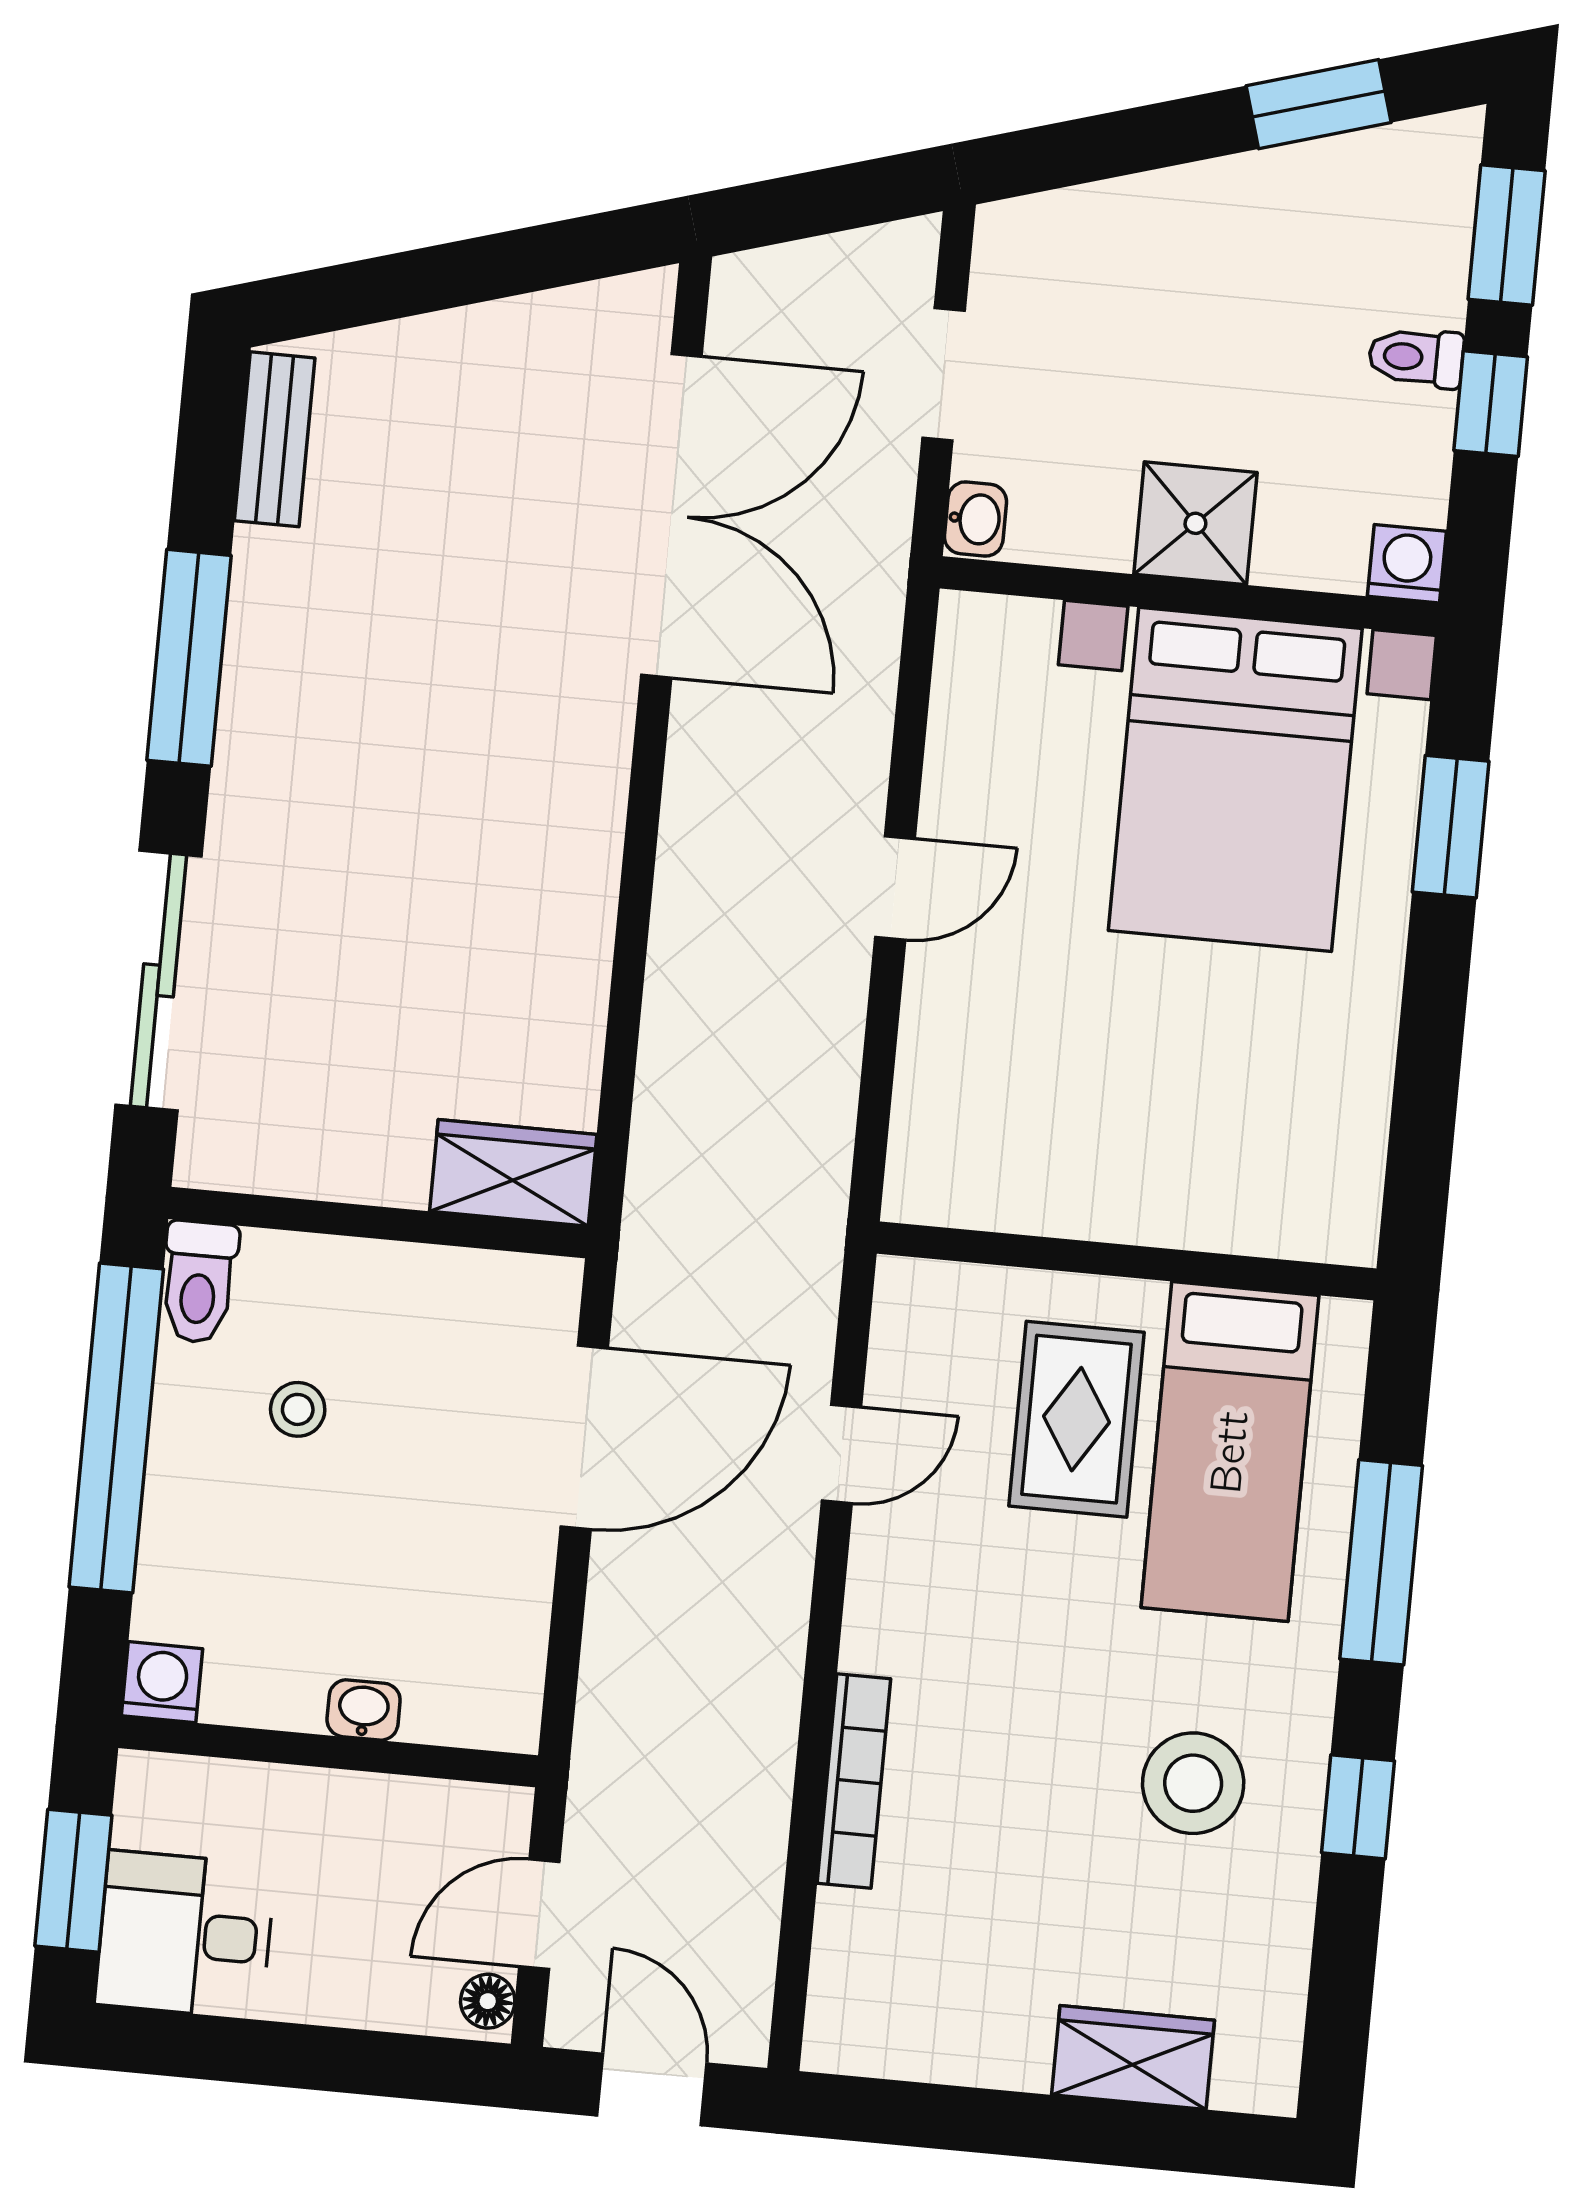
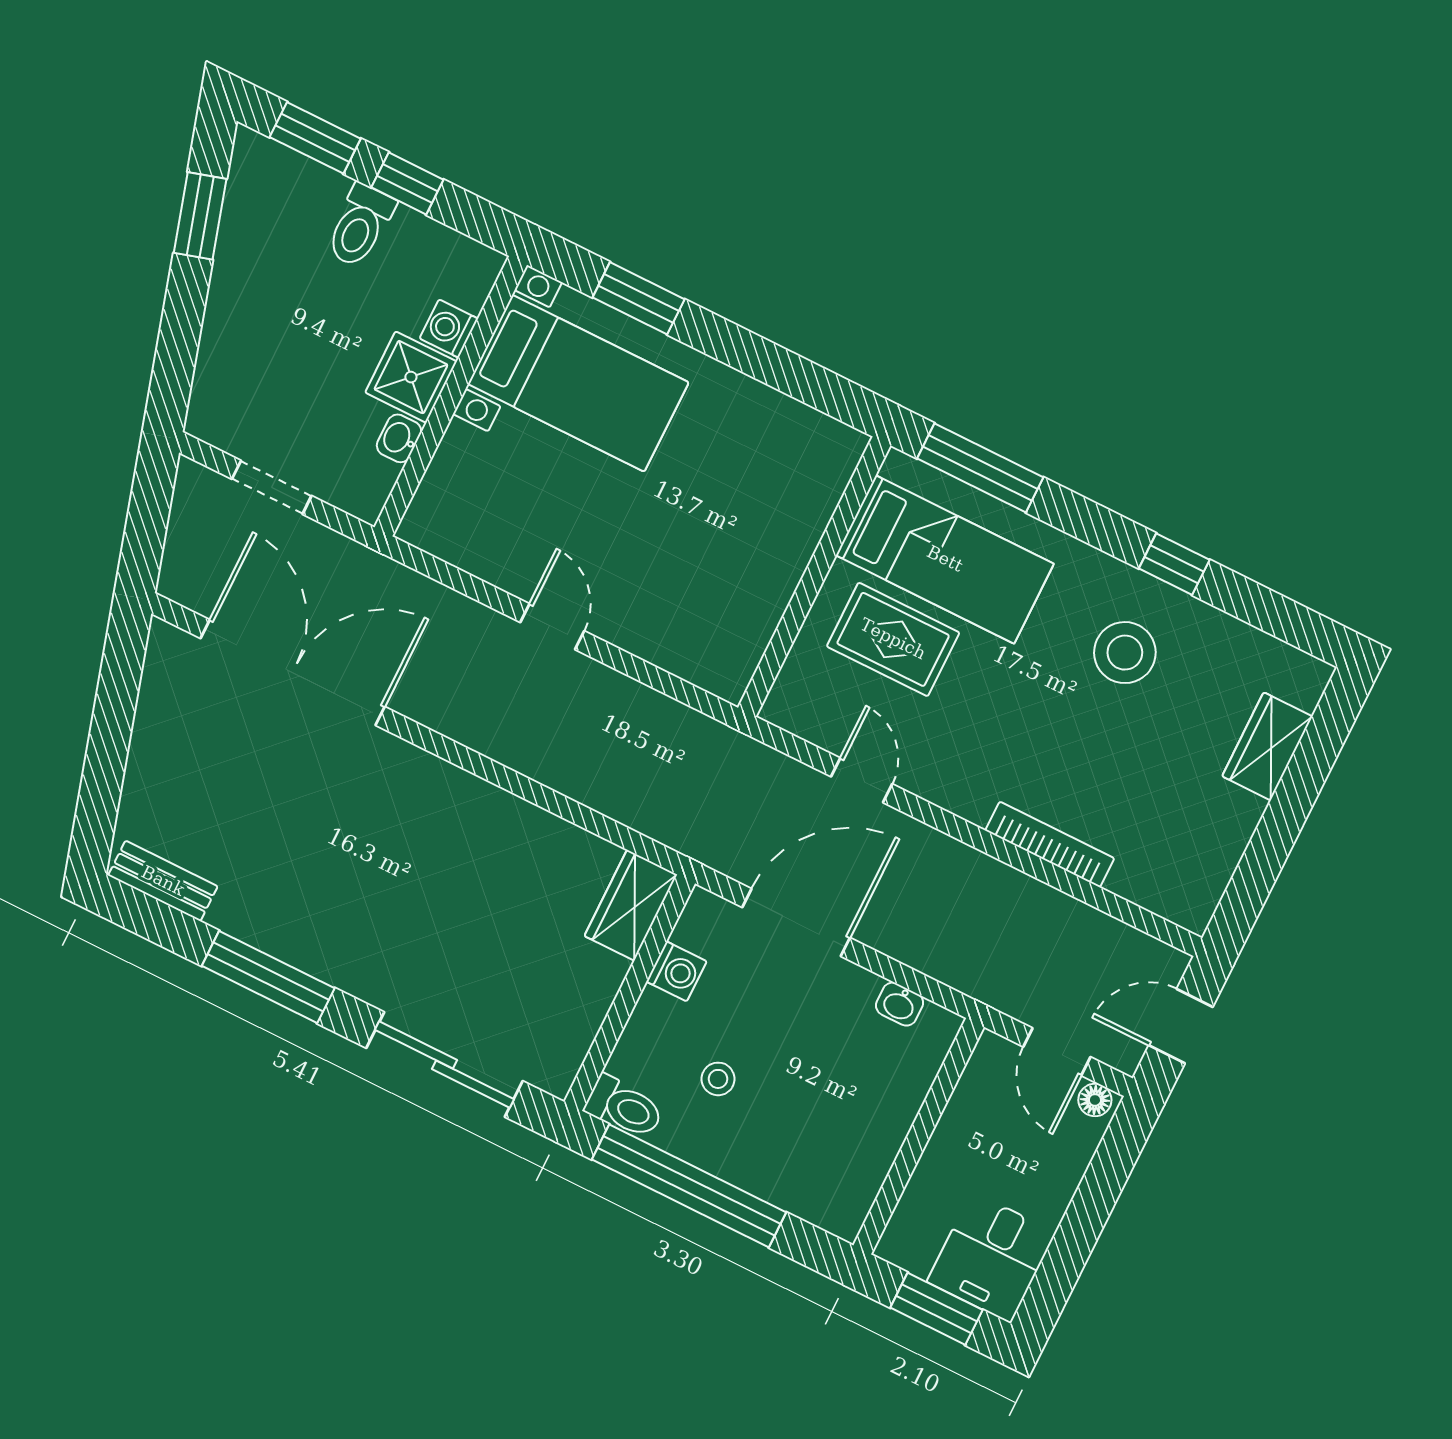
toilet: (1416, 358) -> (360, 226), width x1.37, depth x1.39
washbasin: (975, 519) -> (399, 438), moved, turned -90
washing machine: (1407, 564) -> (449, 329), moved
bed with nightstands: (1235, 779) -> (578, 383), width x0.73
door: (584, 1437) -> (796, 922), hinge flipped
window: (1381, 1562) -> (980, 468), moved
washing machine: (162, 1682) -> (676, 971), moved, turned 180
washbasin: (364, 1710) -> (900, 1004), moved, turned -90

